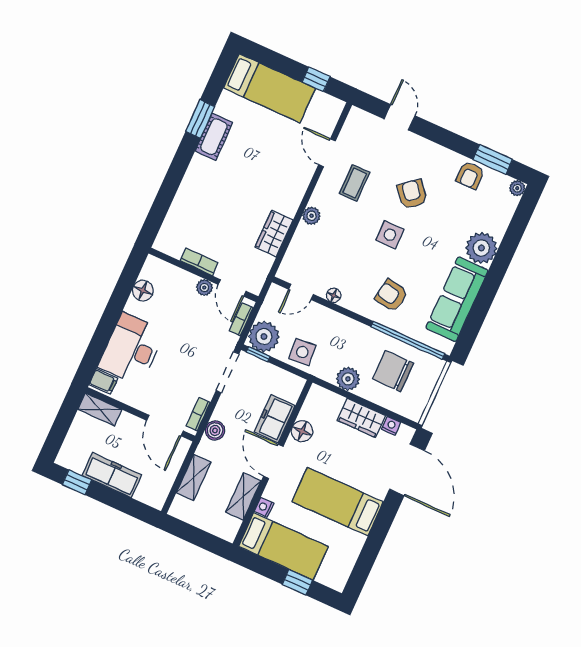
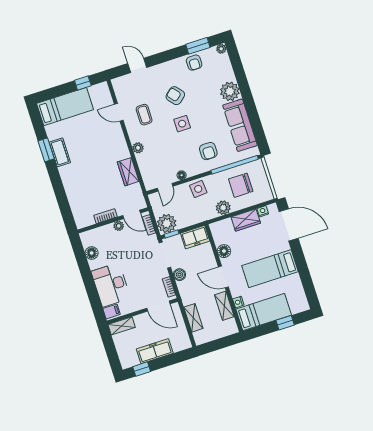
armchair: (391, 296) -> (208, 151), turned -100
side table: (302, 352) -> (198, 189), moved
freezer: (275, 419) -> (195, 237), moved, turned -90
boiler: (215, 430) -> (179, 275), moved

